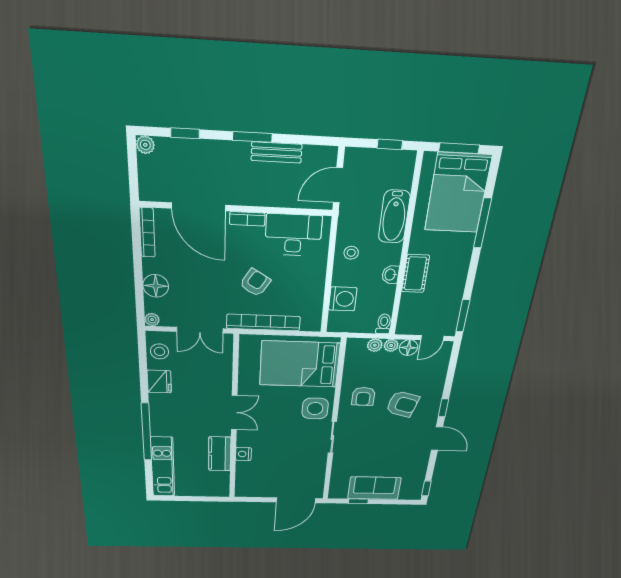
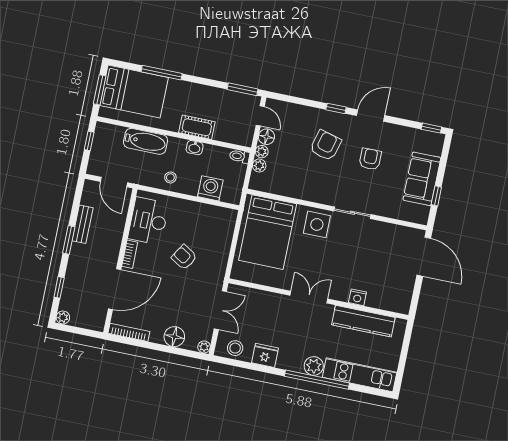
bookcase: (263, 323) -> (222, 257), removed
armchair: (363, 396) -> (370, 159), moved, turned -90
plant: (160, 427) -> (314, 366), added
kitchen counter: (220, 454) -> (363, 321), width x1.50

